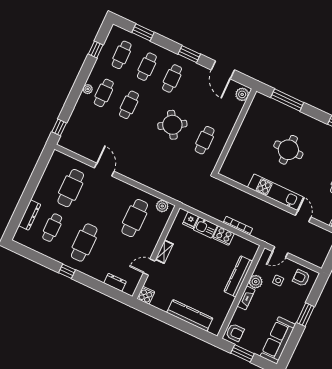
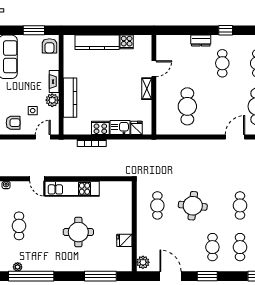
fridge: (250, 122) -> (124, 240), added
round table: (172, 125) -> (193, 206), turned 37
door: (104, 170) -> (235, 137), swing flipped
plant: (162, 206) -> (168, 129), removed
cafe table: (84, 243) -> (222, 63), width x0.73, depth x0.74
dresser: (115, 282) -> (201, 41), moved
cooker: (146, 295) -> (127, 42), moved
armchair: (235, 333) -> (49, 46), turned -90

